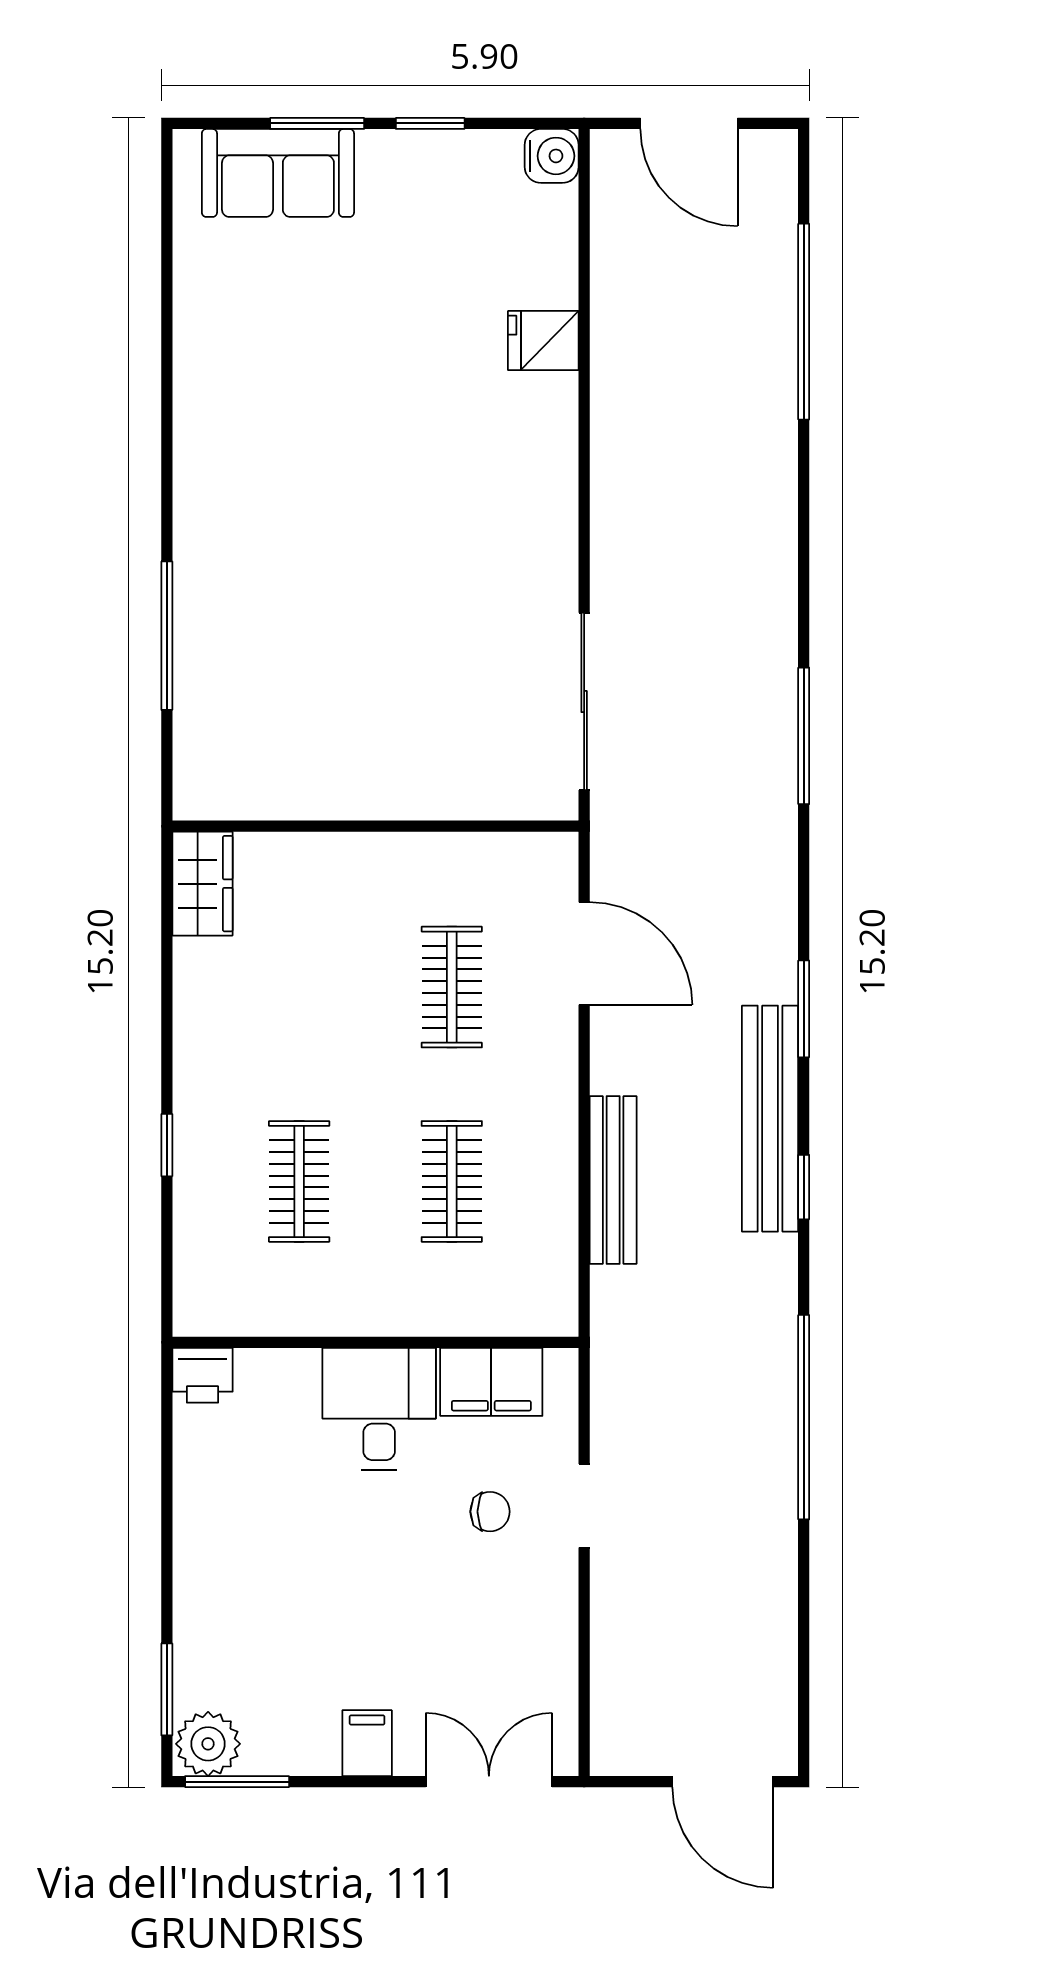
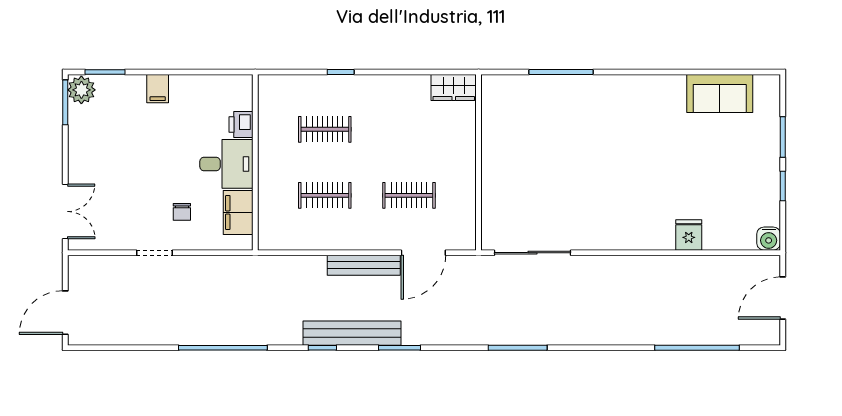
sofa: (278, 173) -> (720, 94), moved, turned -90
bench: (613, 1180) -> (364, 265), moved
printer: (203, 1375) -> (241, 124), moved
doorway: (584, 1506) -> (154, 253), moved
filing cabinet: (367, 1743) -> (158, 89), moved, turned 90

